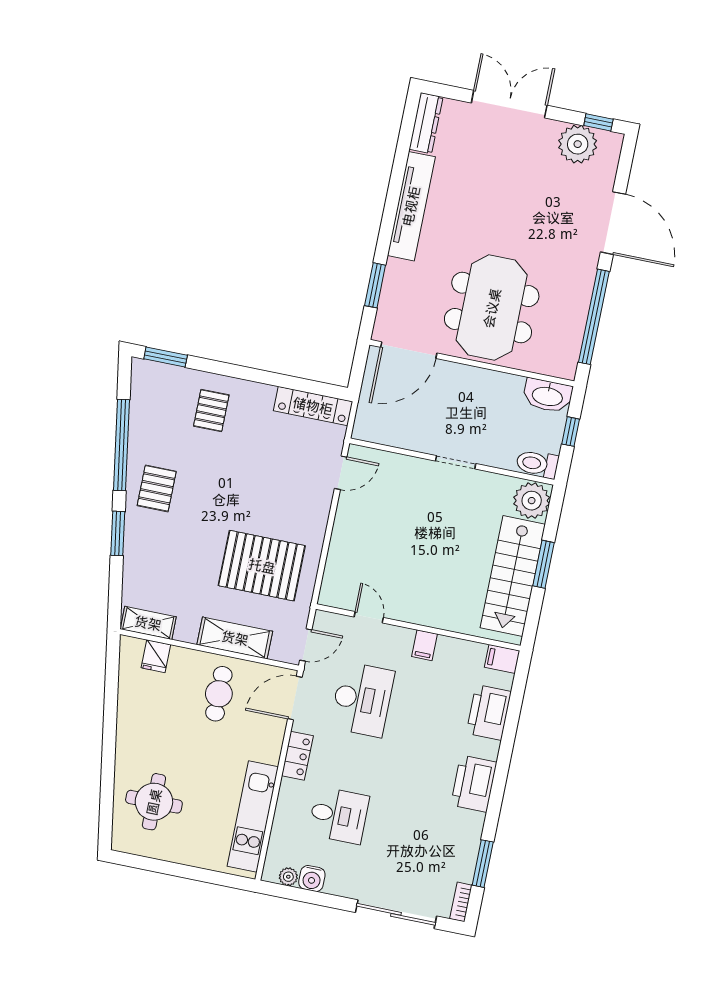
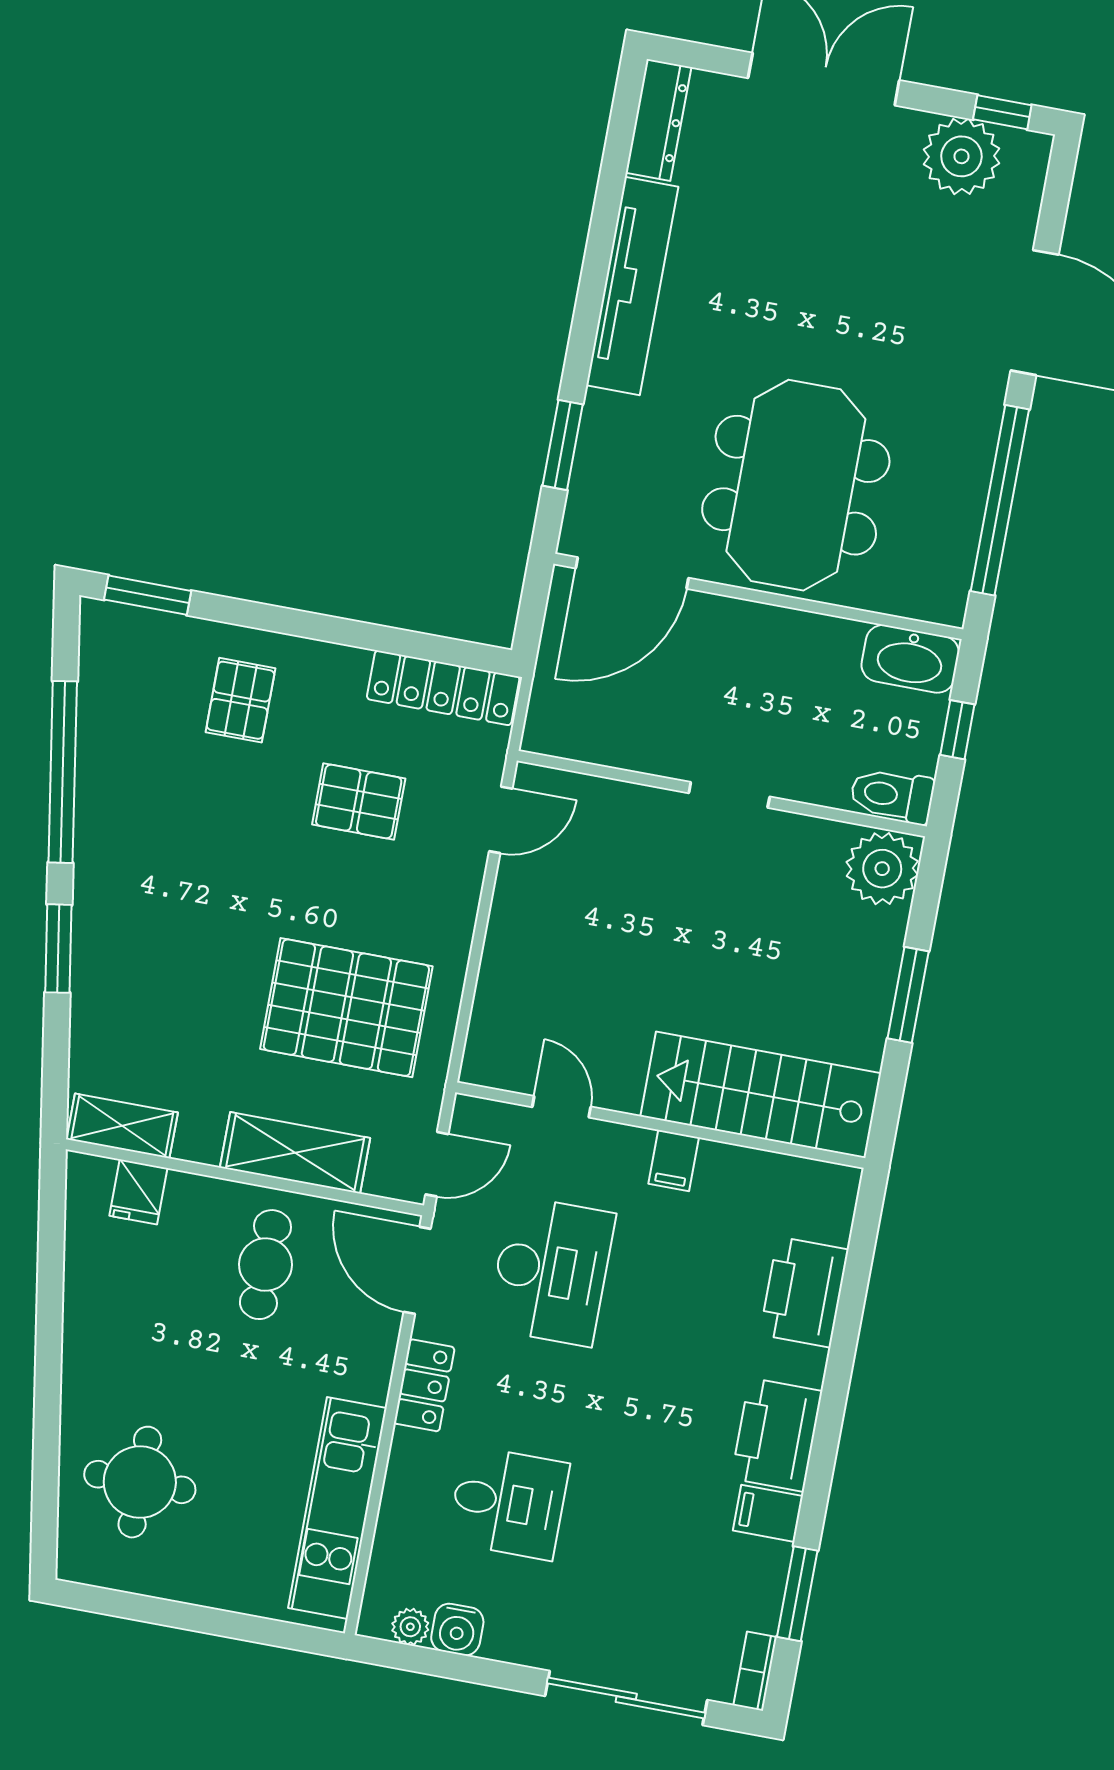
pallet: (157, 488) -> (359, 801), moved, turned 90
stairs: (513, 576) -> (761, 1095), moved, turned 90
filing cabinet: (502, 659) -> (768, 1513), moved
door: (295, 698) -> (417, 1270), hinge flipped

